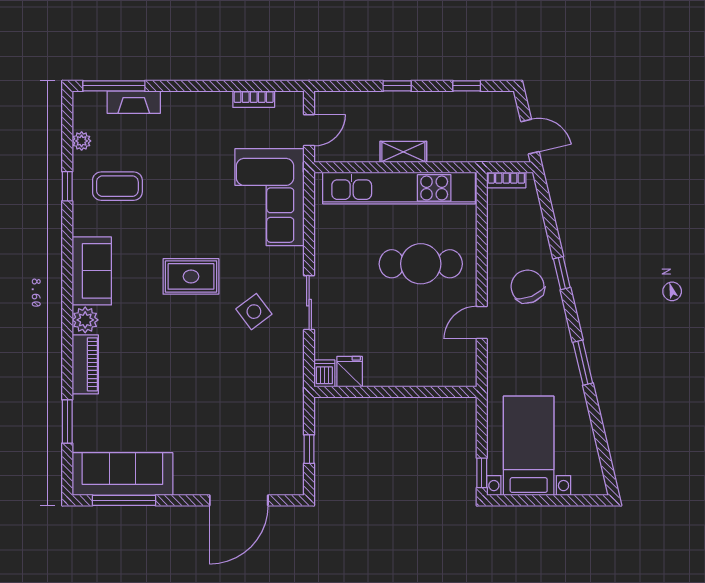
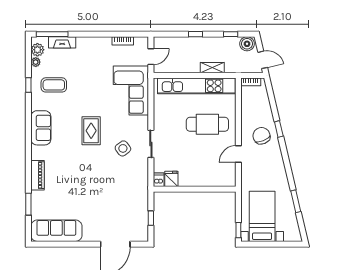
boiler: (499, 105) -> (247, 44), added
shelving: (403, 152) -> (212, 68), moved
rug: (191, 276) -> (91, 131), turned 90
plant: (85, 320) -> (37, 50), moved
window: (583, 363) -> (296, 201), moved
window: (124, 500) -> (57, 244), removed

